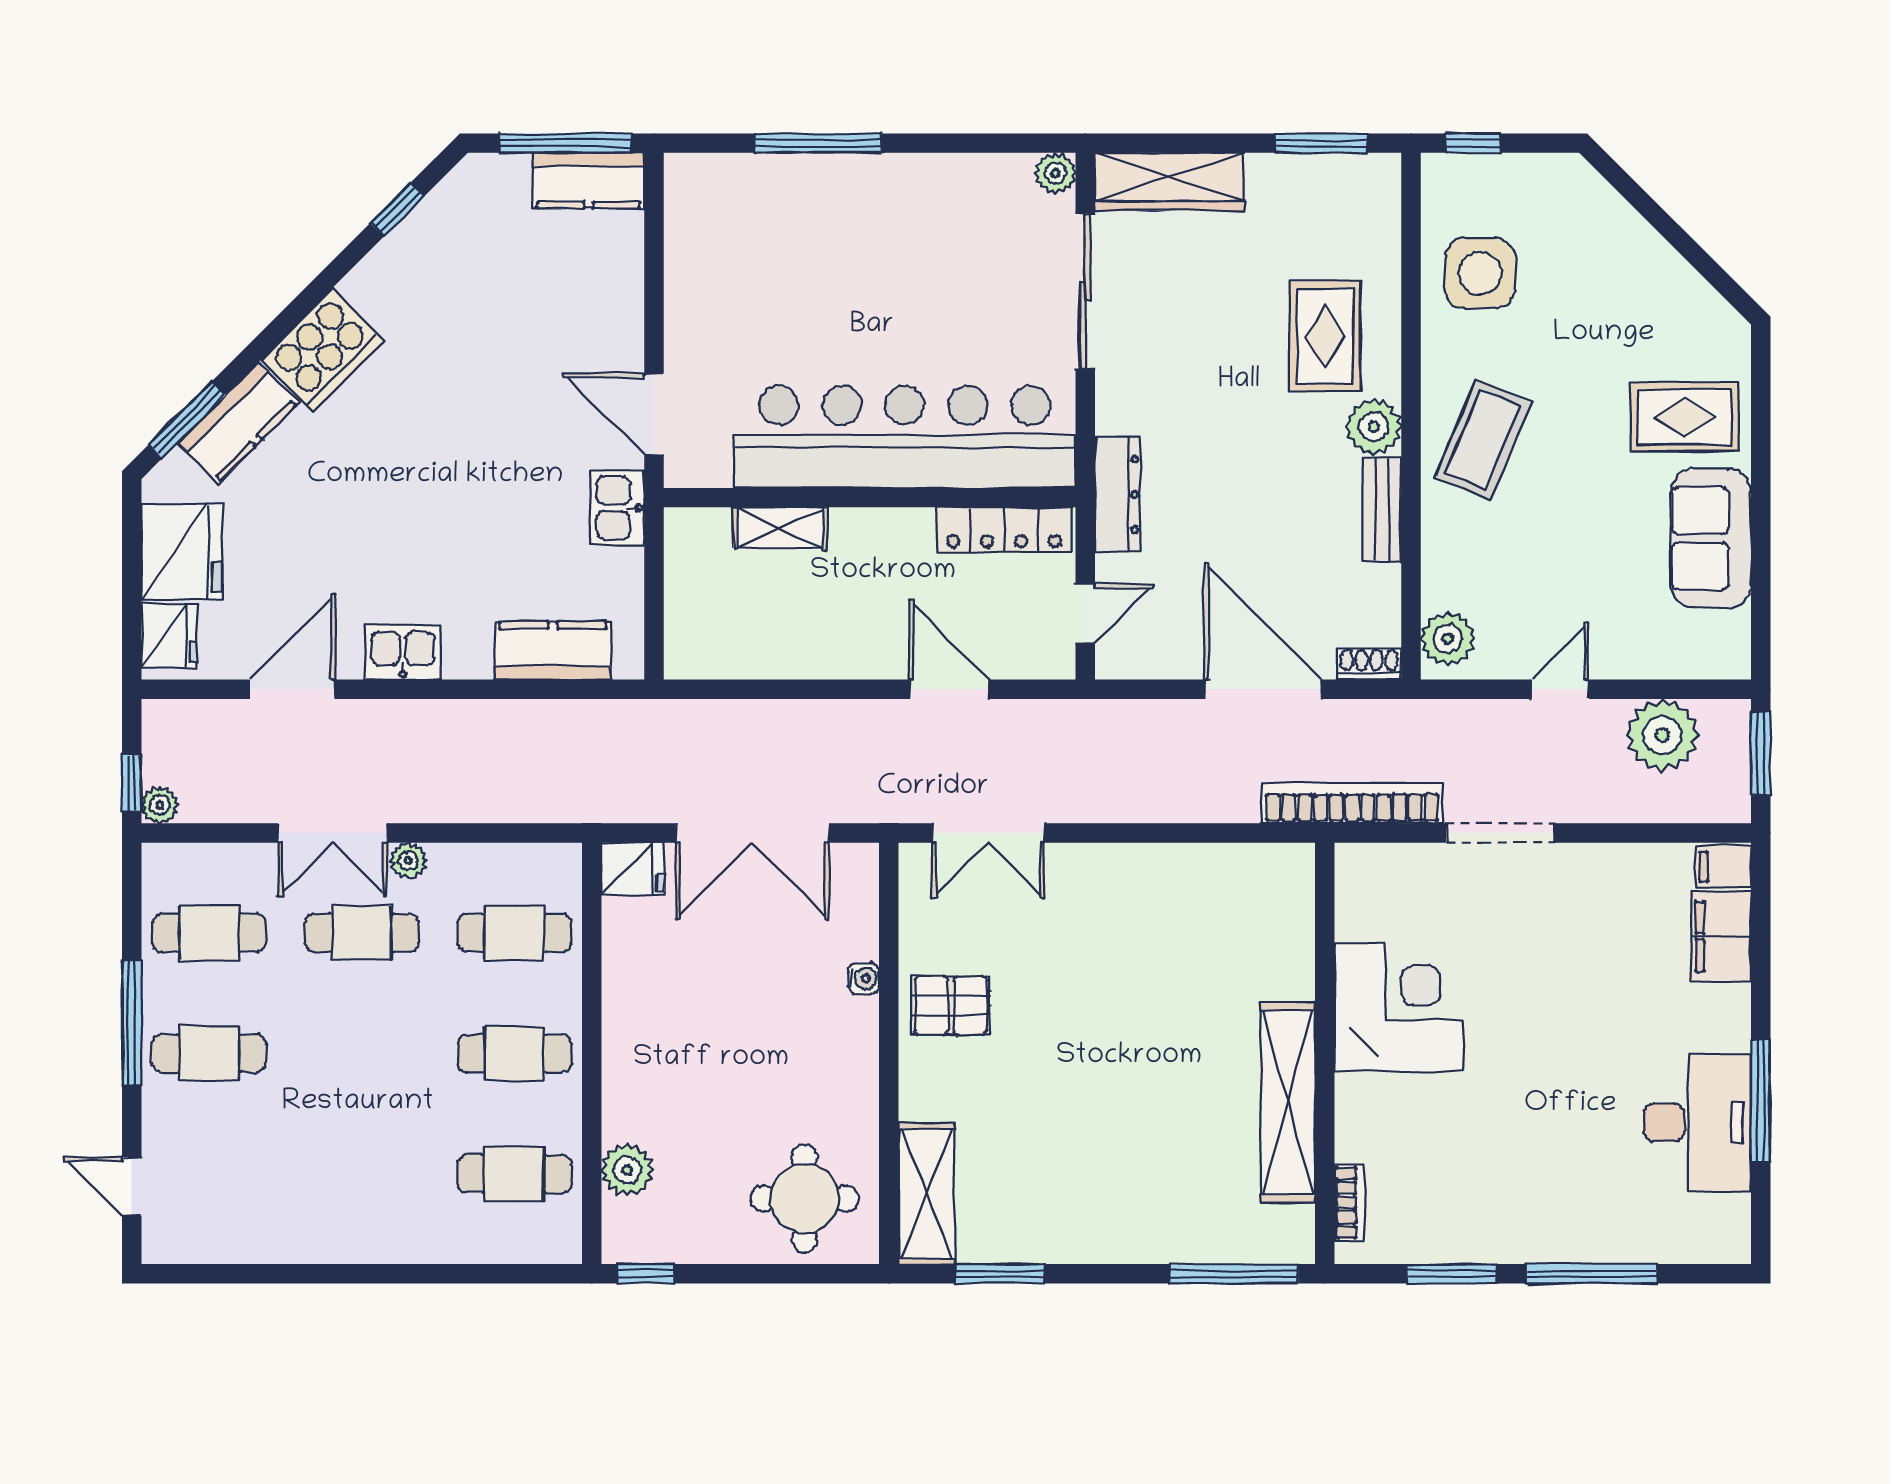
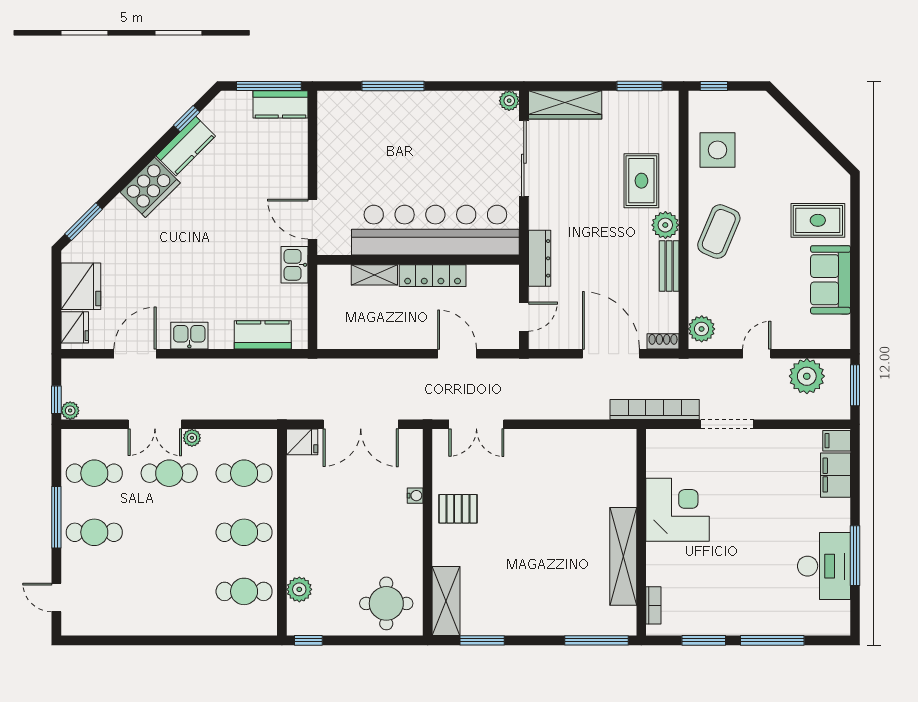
kitchen counter: (238, 423) -> (186, 146), moved
locker: (1004, 530) -> (433, 276), moved

